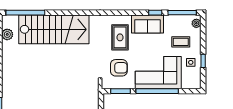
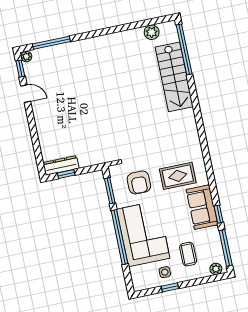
stairs: (54, 29) -> (174, 77), width x0.73, depth x0.66

